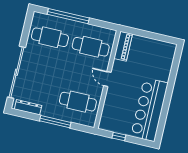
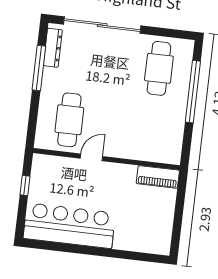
cafe table: (91, 47) -> (152, 129), removed
door: (107, 79) -> (91, 157), moved
window: (55, 122) -> (39, 68), moved

